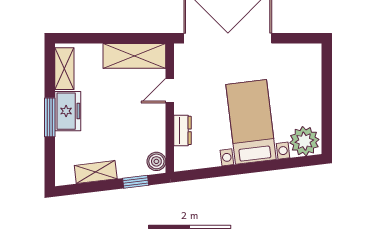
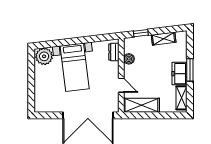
door: (170, 91) -> (121, 85), hinge flipped
dresser: (183, 130) -> (114, 52), moved
boiler: (156, 161) -> (129, 59), moved

